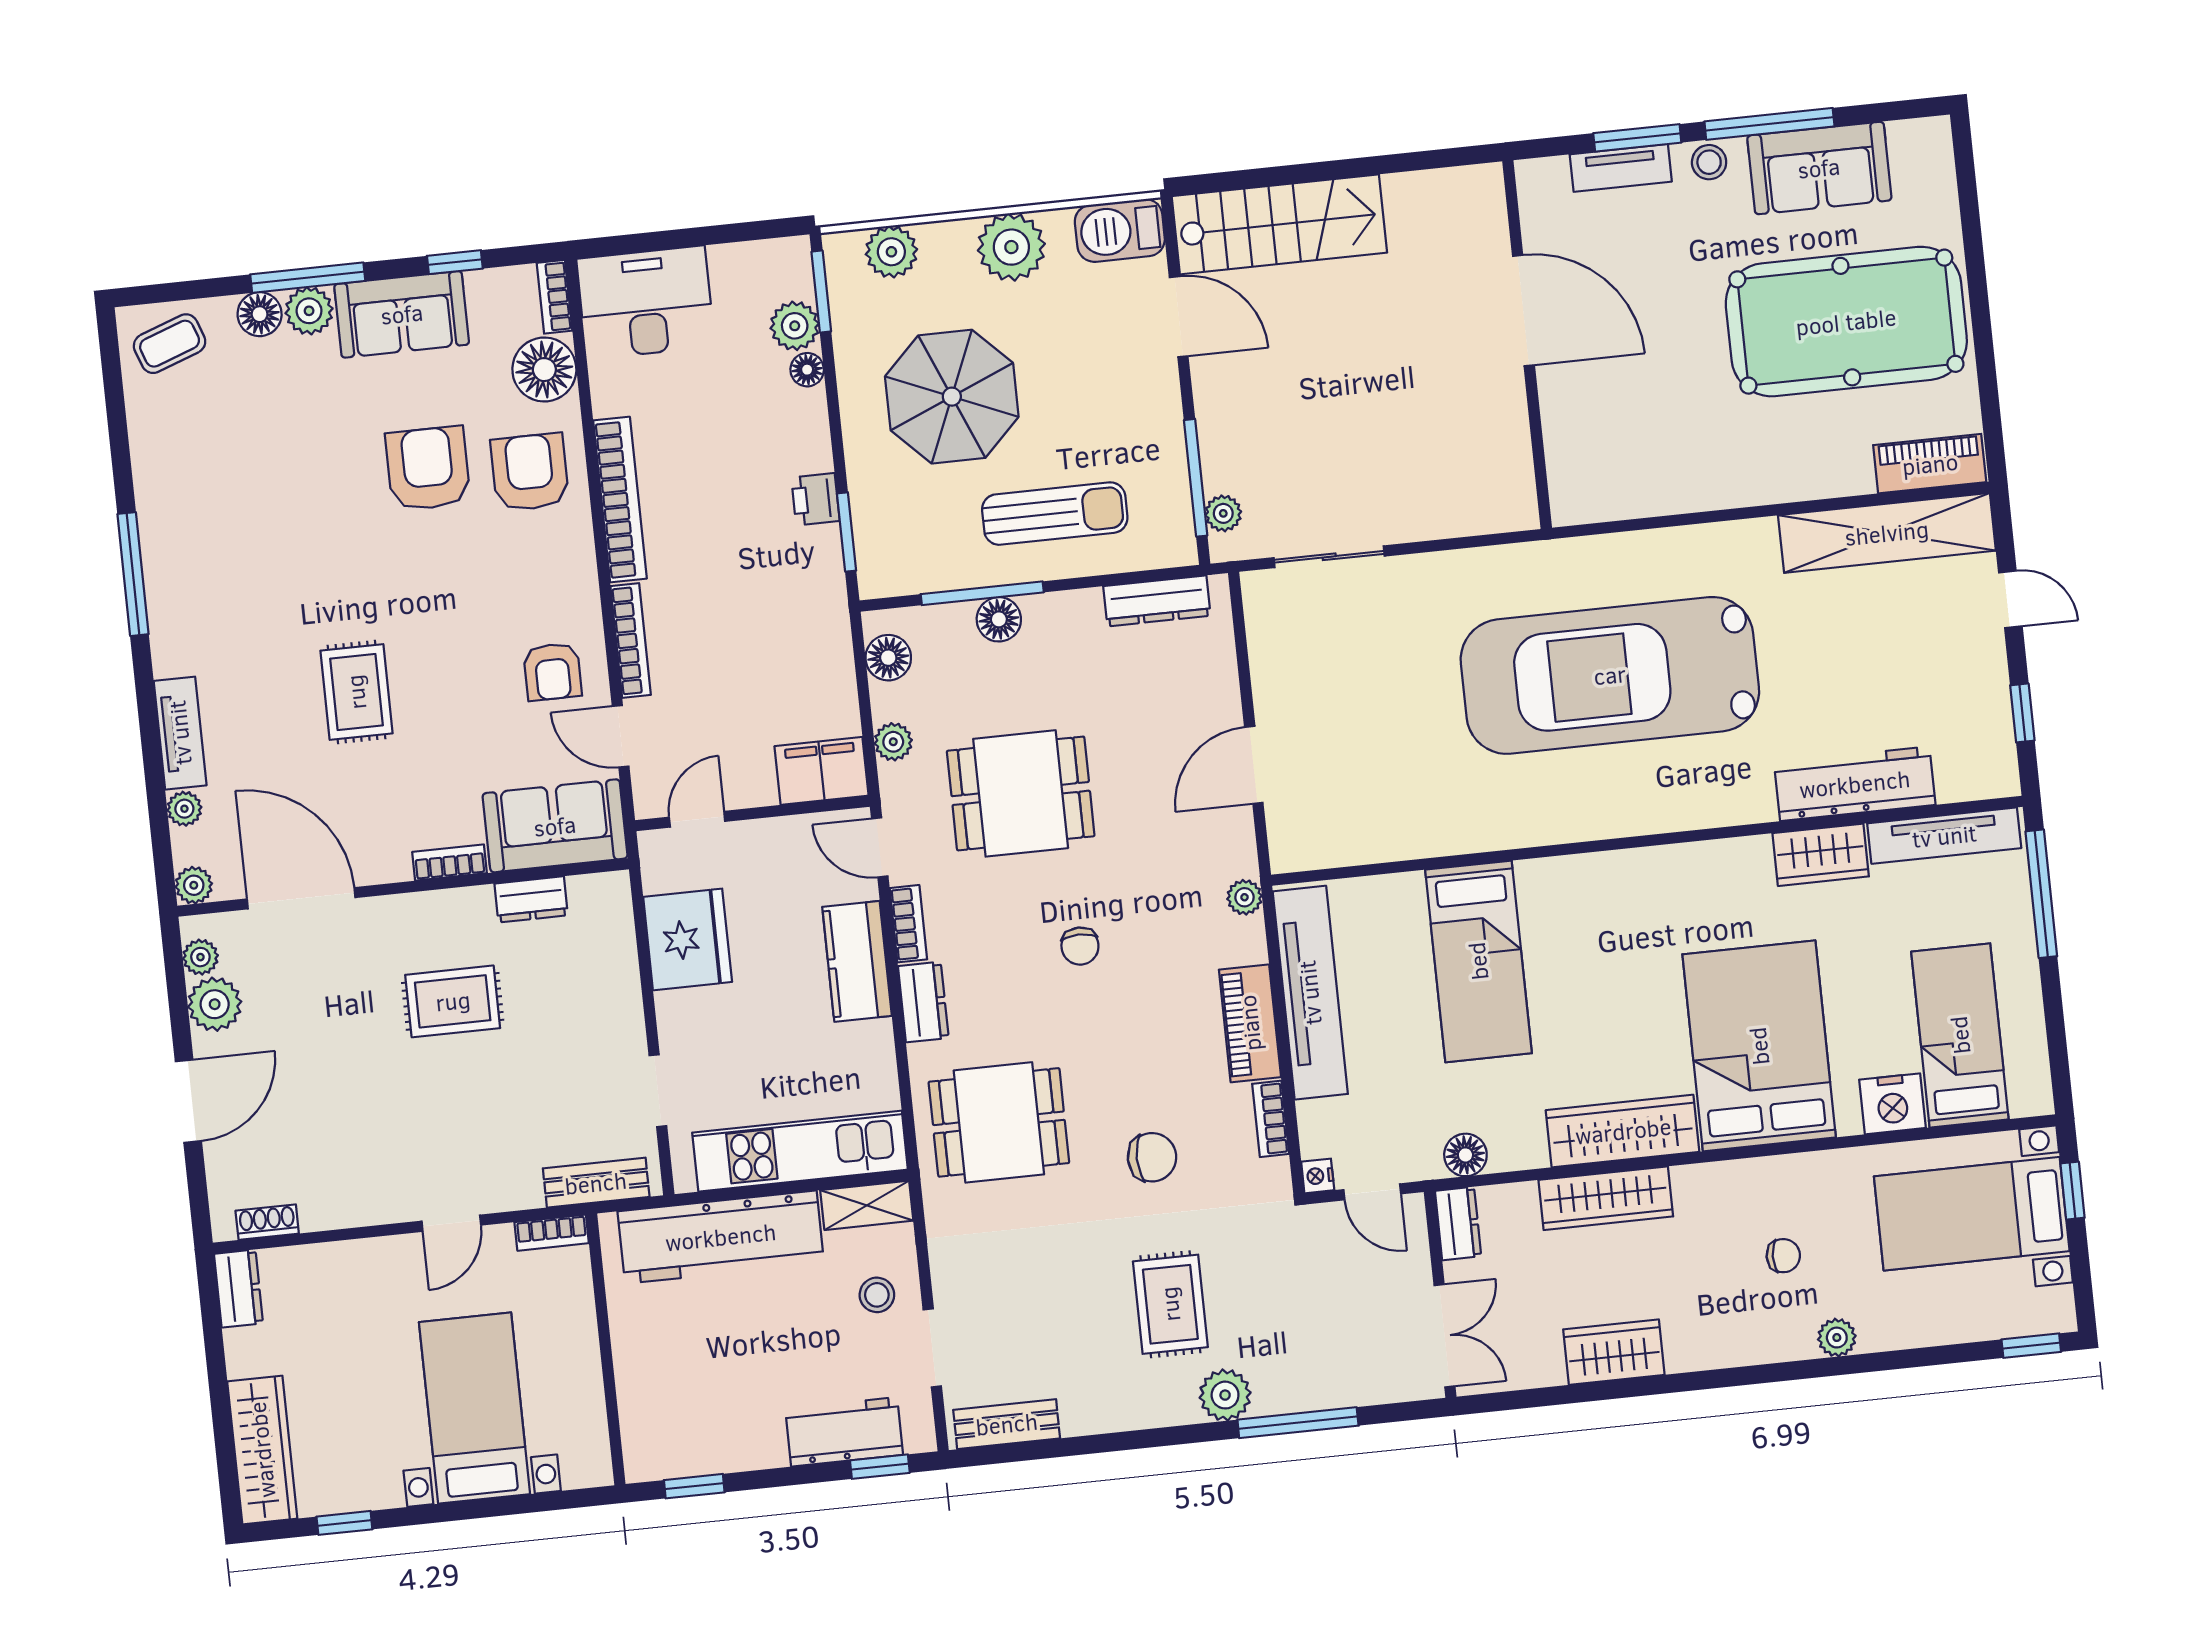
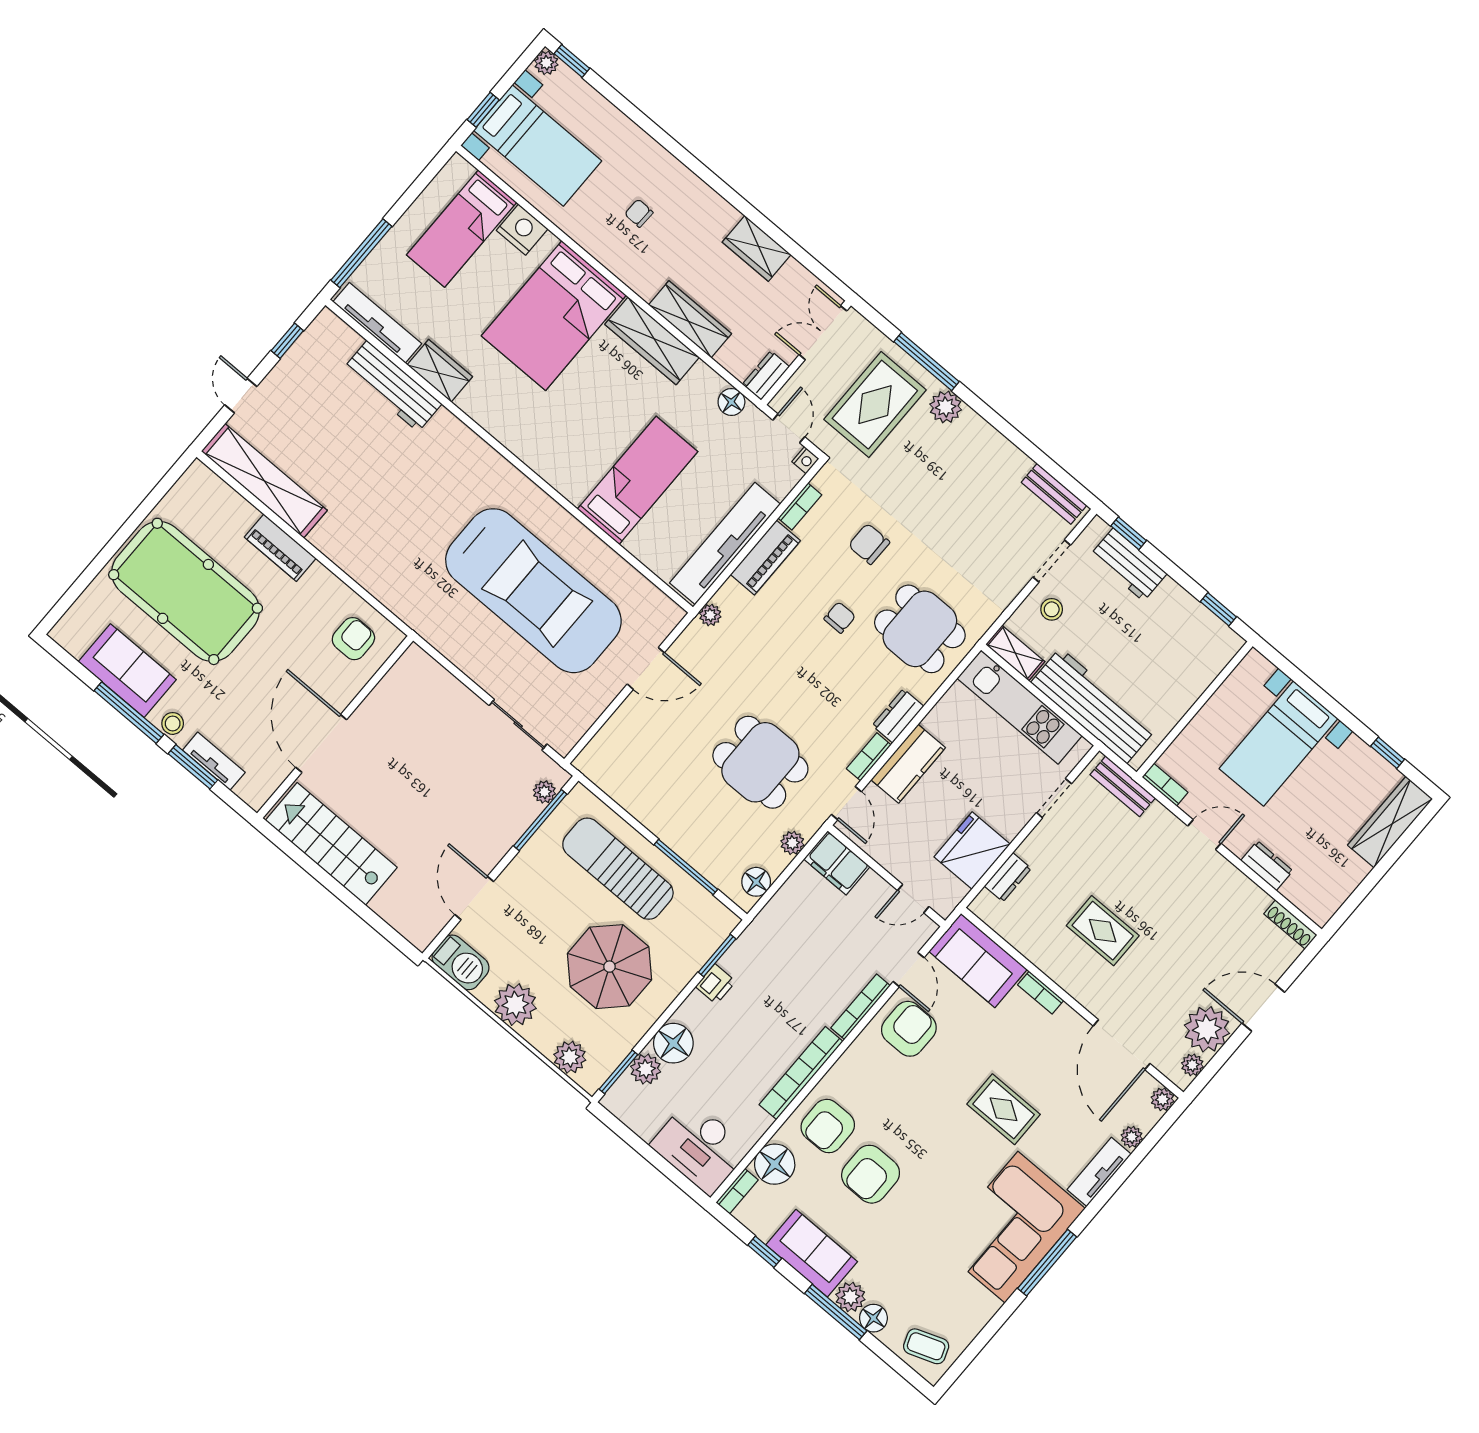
stairs: (1279, 224) -> (331, 844), moved
floor lamp: (807, 370) -> (673, 1043), width x1.89, depth x1.89
armchair: (1608, 462) -> (353, 639), added
piano: (1930, 464) -> (280, 548), moved
sun lounger: (1055, 514) -> (618, 869), width x1.36, depth x1.34
corner sofa: (213, 572) -> (1011, 1227), added
dresser: (1157, 601) -> (613, 784), removed
floor lamp: (999, 619) -> (691, 848), removed
armchair: (553, 672) -> (909, 1029), width x1.38, depth x1.38
car: (1610, 675) -> (533, 591), moved
rug: (356, 692) -> (1004, 1109), turned 90
dresser: (531, 899) -> (1008, 877), moved, turned 90
chair: (1080, 946) -> (840, 618), moved
plant: (215, 1004) -> (1207, 1029), width x1.36, depth x1.36
shoe rack: (267, 1222) -> (1290, 924), width x1.43
dresser: (238, 1288) -> (1267, 866), moved, turned 90
rug: (1170, 1304) -> (875, 405), moved, width x1.36, depth x1.43
plant: (1837, 1338) -> (546, 63), moved

